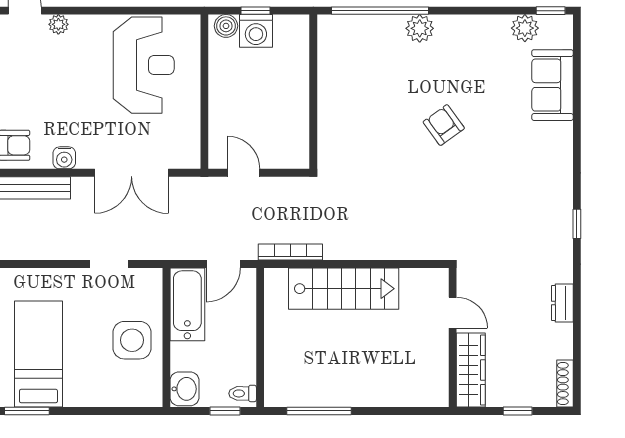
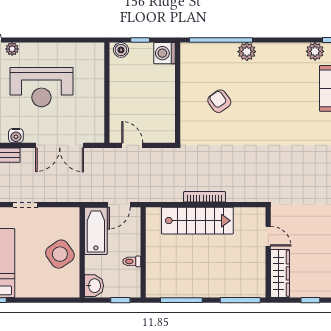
washing machine: (256, 31) -> (165, 53), moved, turned 90
reception desk: (144, 65) -> (41, 87), moved, turned 90
armchair: (444, 125) -> (219, 101), moved
bookcase: (290, 252) -> (205, 197), moved
doorway: (109, 264) -> (25, 205), moved
side table: (132, 340) -> (60, 254), turned -35
toilet: (243, 393) -> (132, 261), moved
window: (410, 411) -> (240, 300), added

